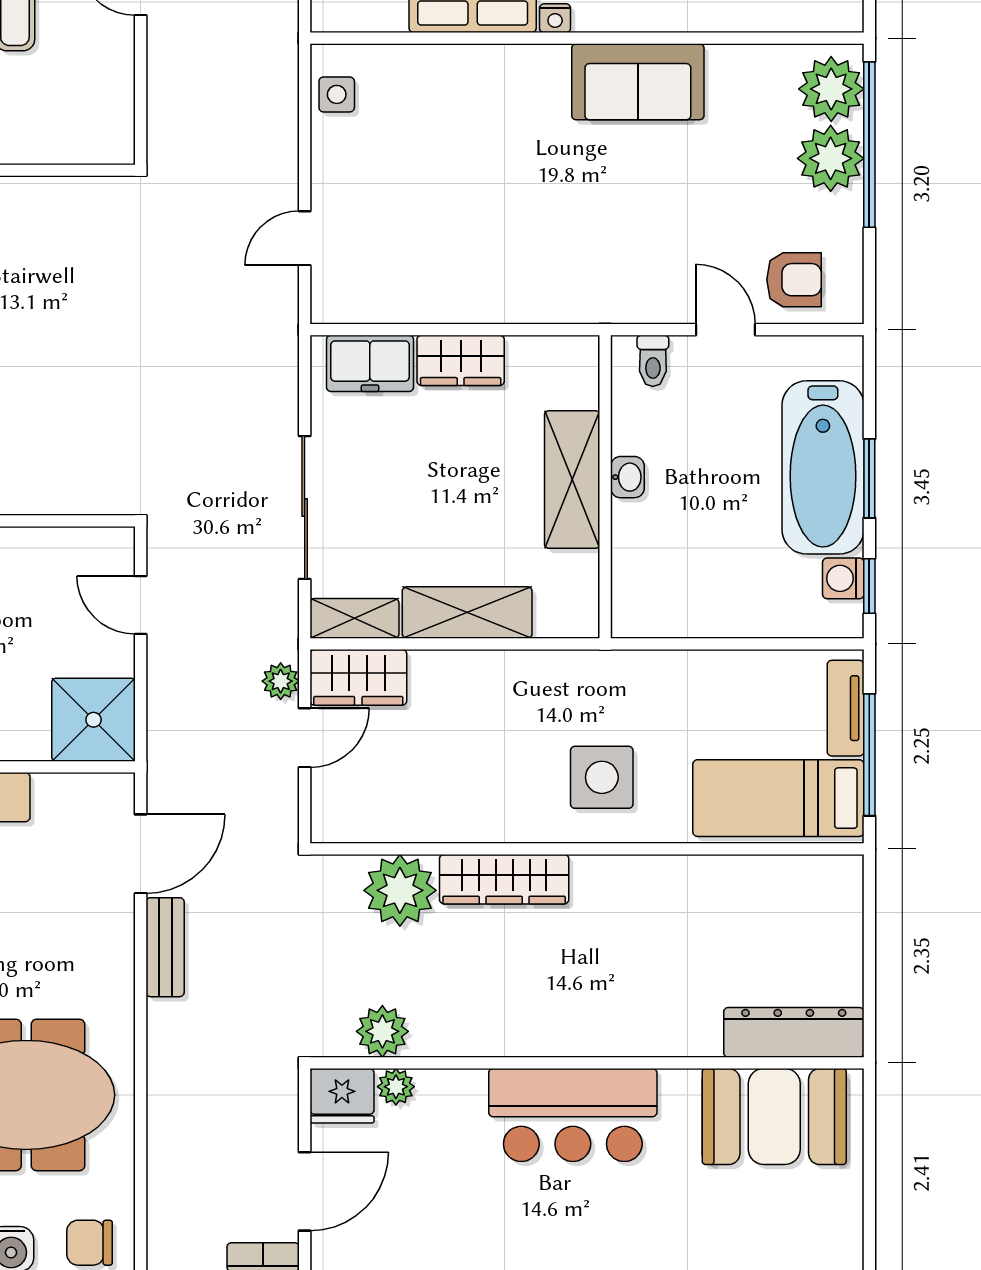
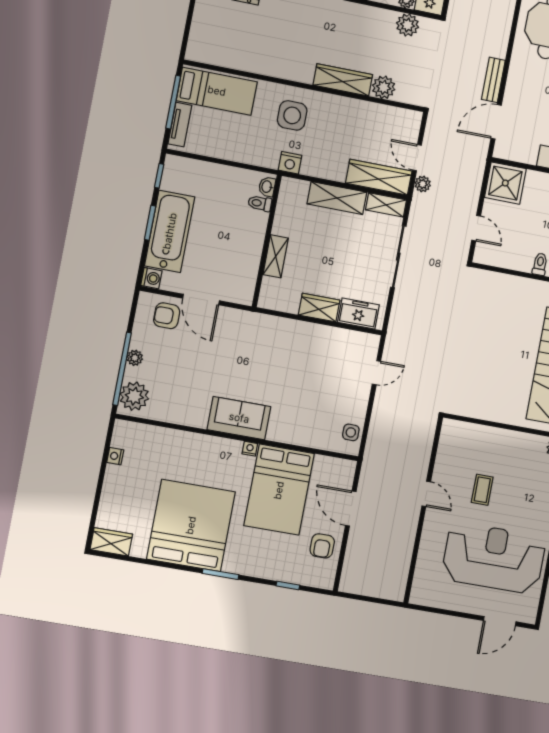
sofa: (638, 82) -> (239, 418), moved
plant: (831, 158) -> (135, 358), width x0.53, depth x0.53
door: (725, 330) -> (201, 299), width x1.38
toilet: (653, 361) -> (260, 203), moved, turned -90
washbasin: (627, 477) -> (267, 187), moved
shelving: (572, 480) -> (276, 256), width x0.67, depth x0.75
washing machine: (843, 578) -> (151, 278), moved
nightstand: (587, 671) -> (290, 163), added
wardrobe: (358, 677) -> (379, 177), width x1.50
door: (305, 738) -> (417, 158), hinge flipped
plant: (400, 890) -> (384, 87), width x0.73, depth x0.73

